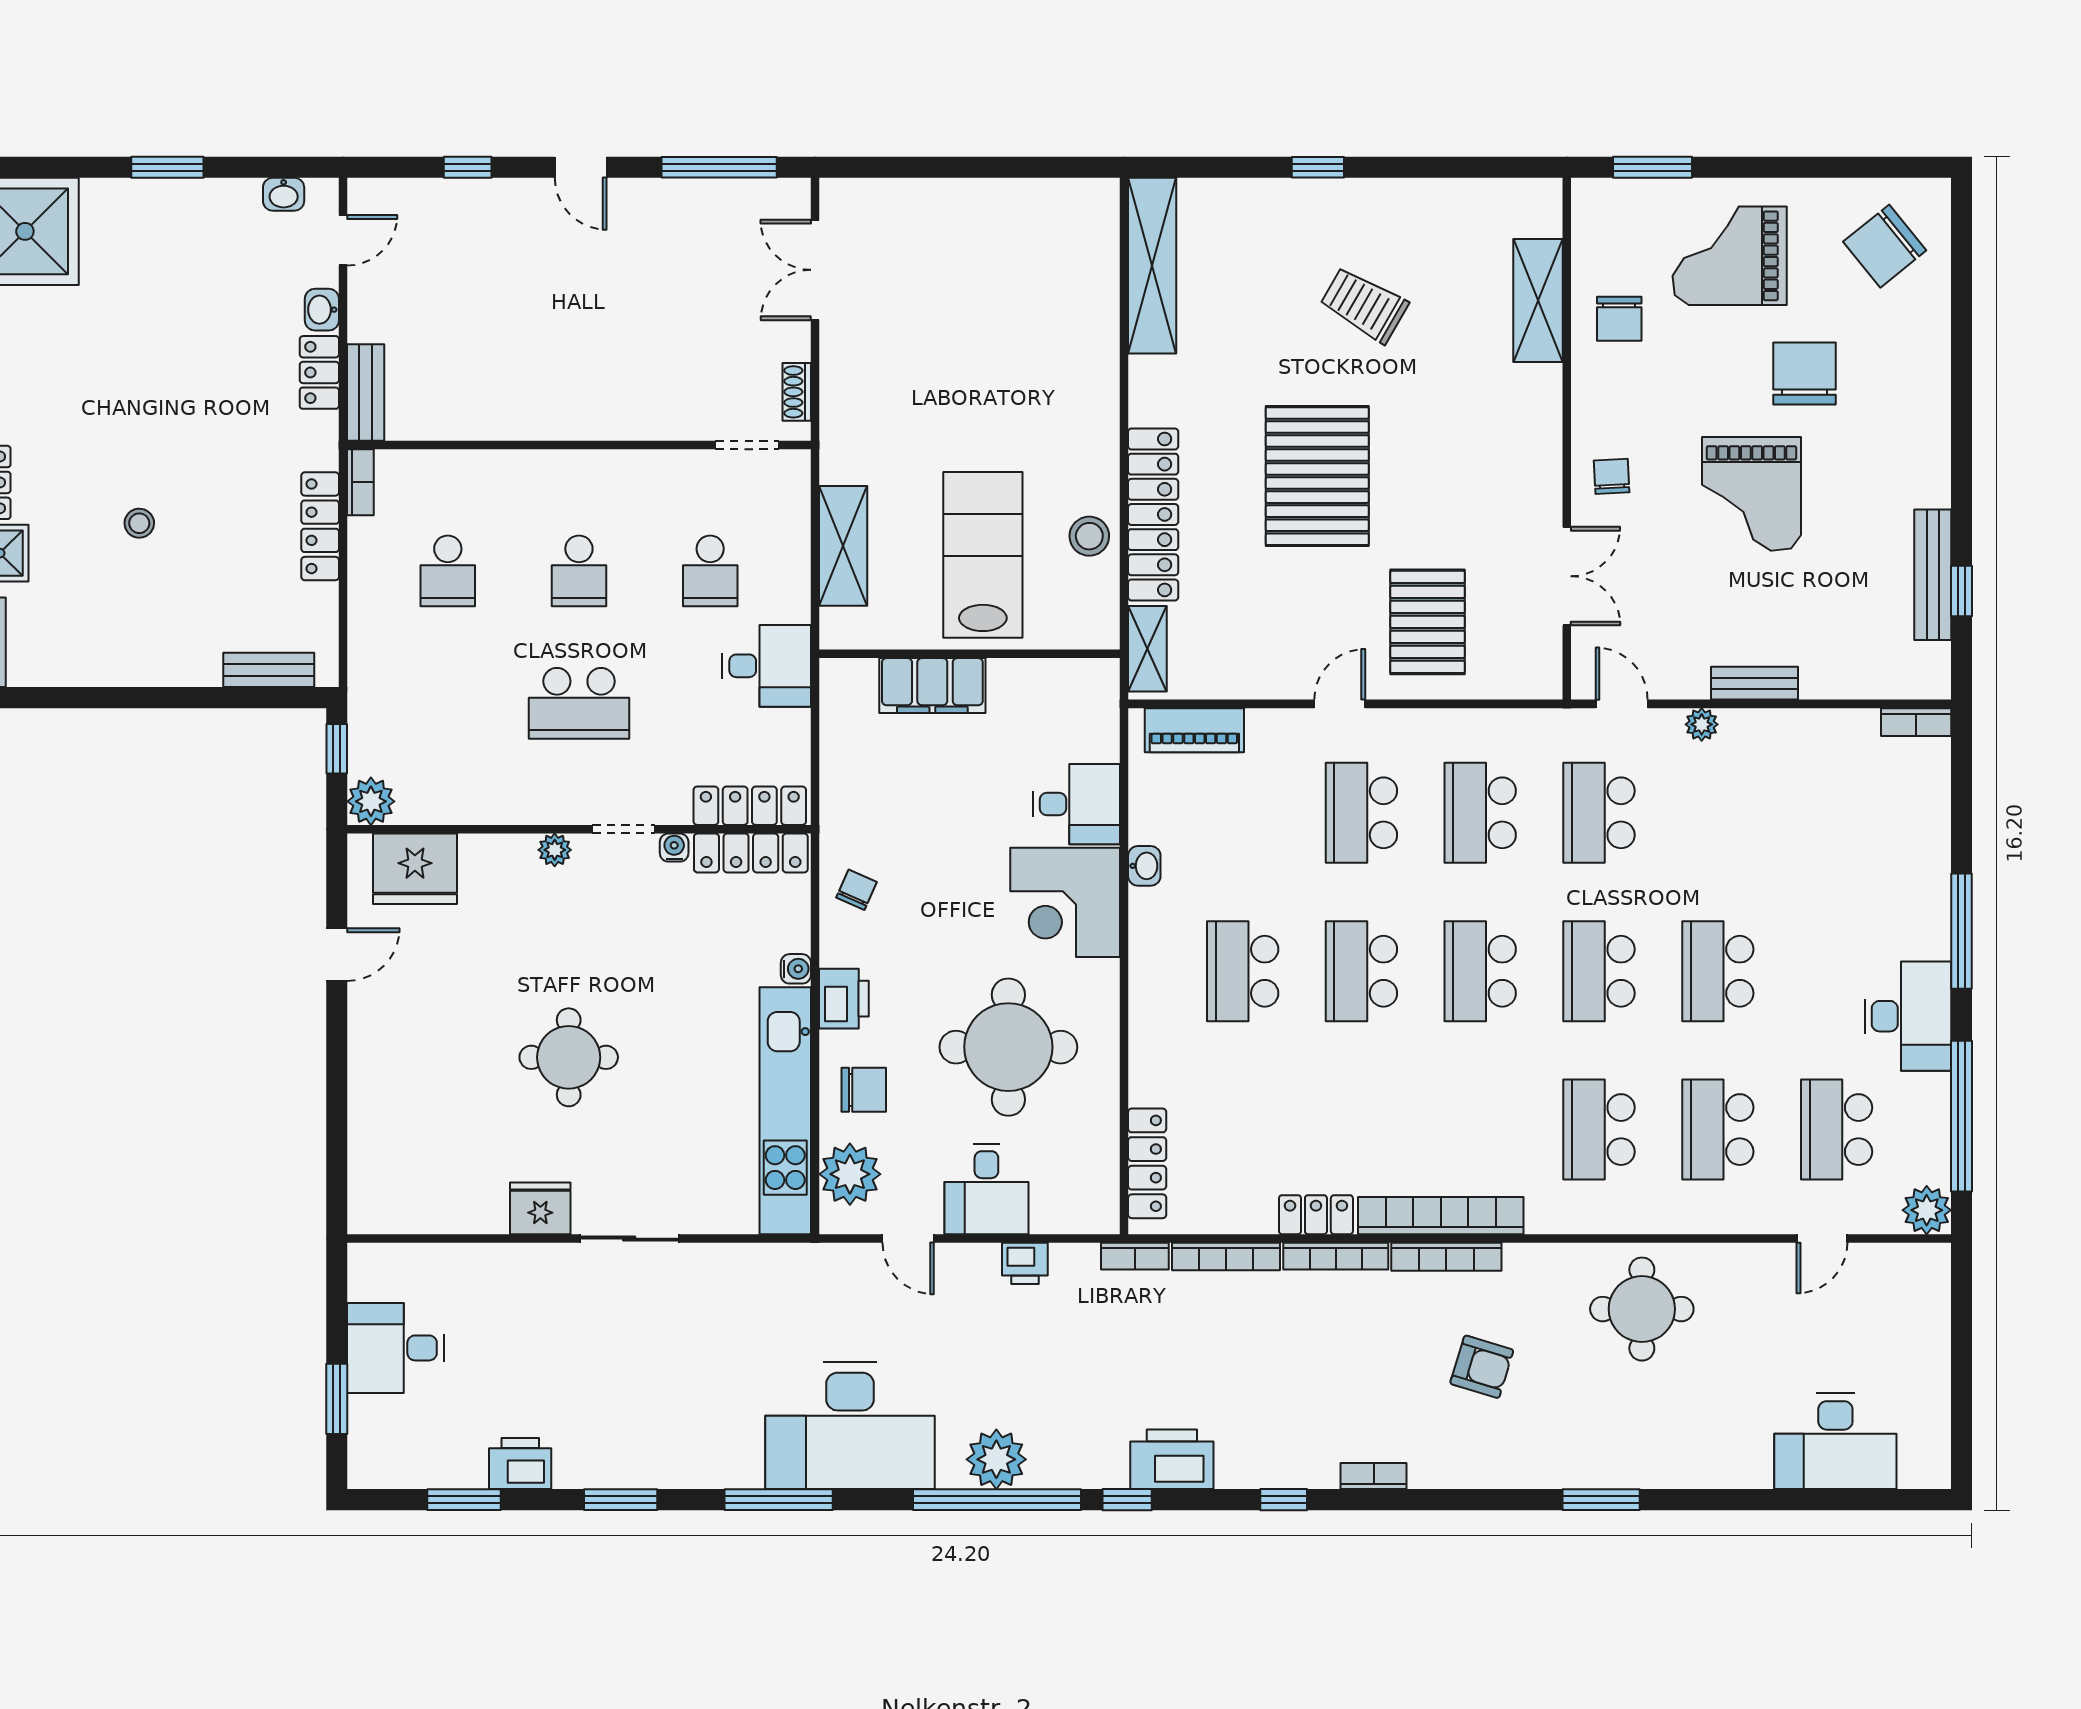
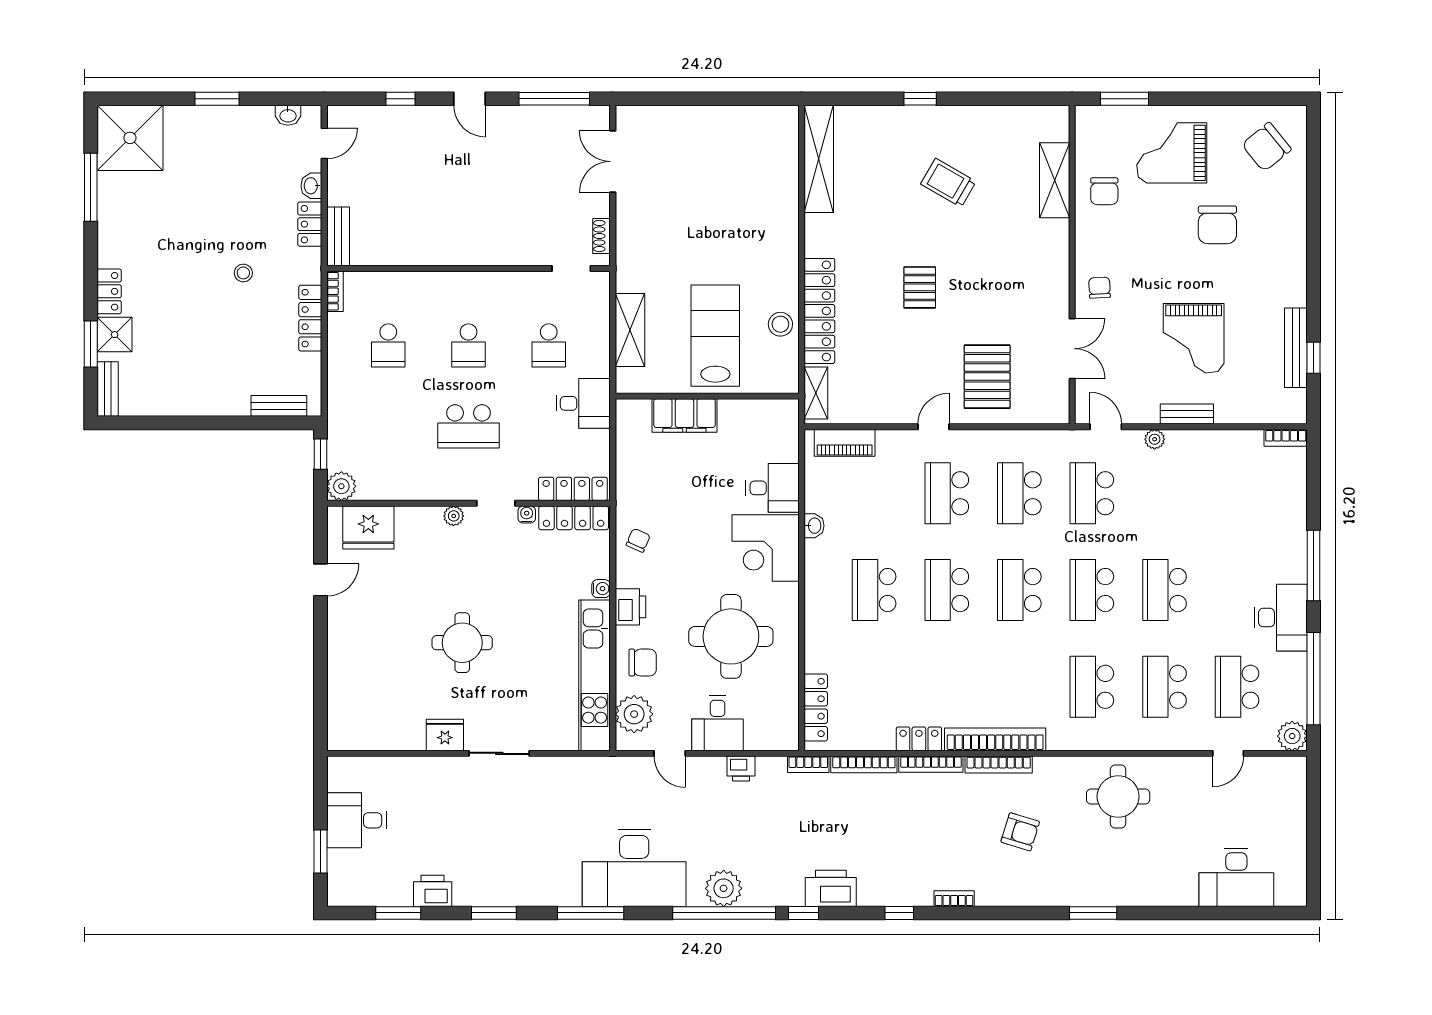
chair: (1804, 373) -> (1217, 225), turned 180
pallet: (1317, 476) -> (920, 287), width x0.49, depth x0.50
grand piano: (1751, 494) -> (1194, 338), moved
stool: (139, 523) -> (243, 273), moved

